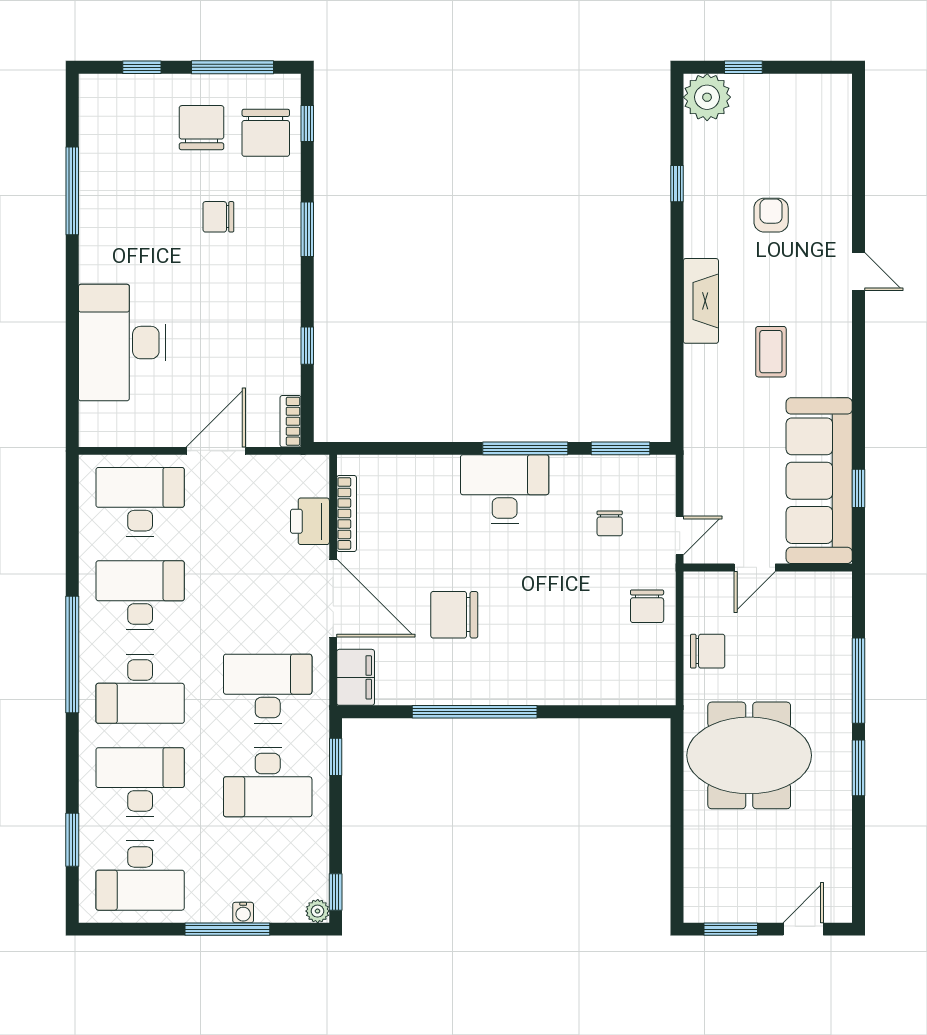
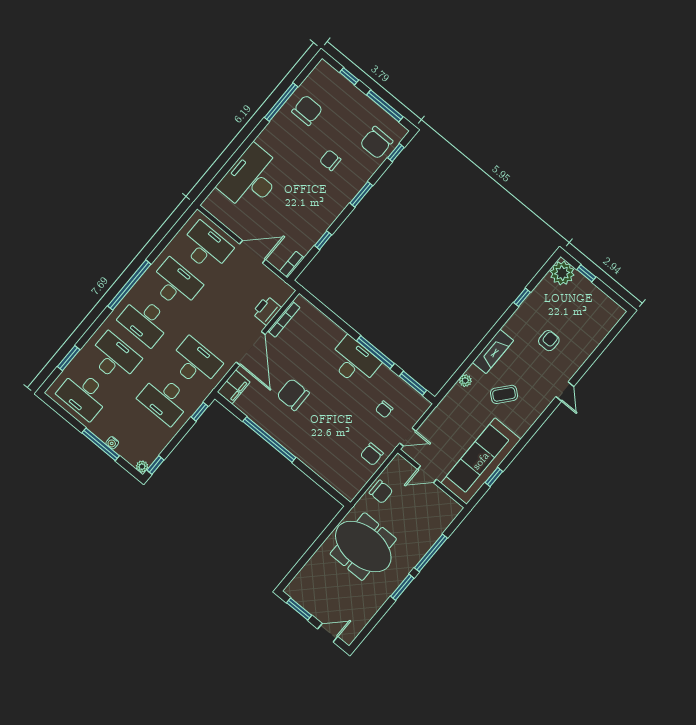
chair: (202, 128) -> (307, 110), moved
coffee table: (771, 352) -> (504, 394), turned 40
plant: (696, 379) -> (465, 381), added

